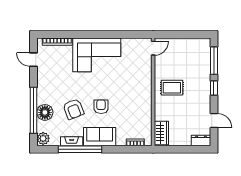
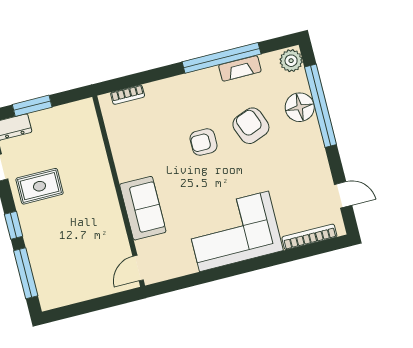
rug: (172, 88) -> (40, 186), moved
armchair: (101, 107) -> (204, 142), turned 90
wardrobe: (161, 133) -> (86, 123), removed
sofa: (100, 137) -> (143, 208), moved, turned -90
window: (188, 149) -> (32, 106), added

